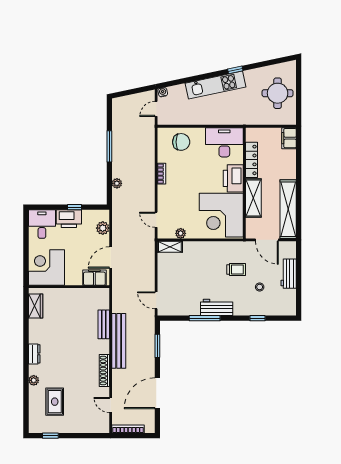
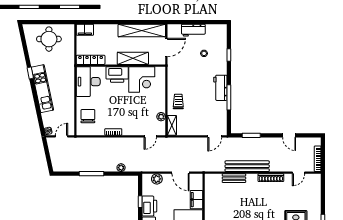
door: (156, 109) -> (61, 136), swing flipped
locker: (252, 160) -> (91, 60), moved
corner desk: (221, 215) -> (142, 79), width x0.74, depth x0.74
trolley: (236, 270) -> (178, 101), moved
filing cabinet: (94, 278) -> (196, 200), moved
door: (157, 393) -> (289, 135), width x0.53

